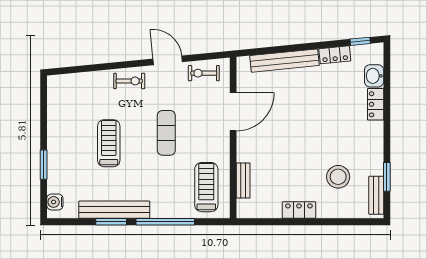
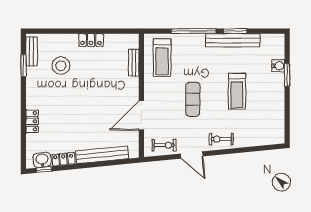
washbasin: (374, 76) -> (42, 160), moved, turned -96
water cooler: (55, 202) -> (278, 66), moved

